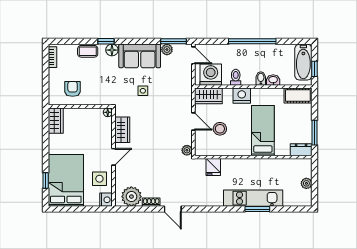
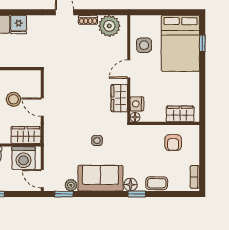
window: (173, 41) -> (64, 194), width x0.67
wardrobe: (56, 121) -> (180, 114), moved, turned 90
plant: (187, 150) -> (49, 76), removed
fridge: (213, 167) -> (19, 25), moved, turned 180
nightstand: (106, 200) -> (137, 104), moved

